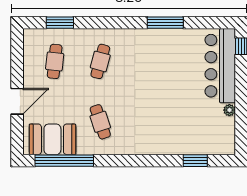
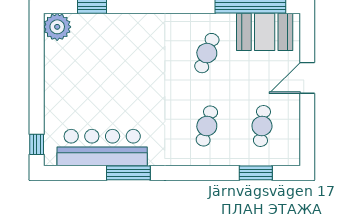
bar counter: (220, 66) -> (102, 148), moved, turned -90
plant: (229, 110) -> (57, 27), moved, width x1.87, depth x1.87
cafe table: (100, 122) -> (207, 53), turned 39

